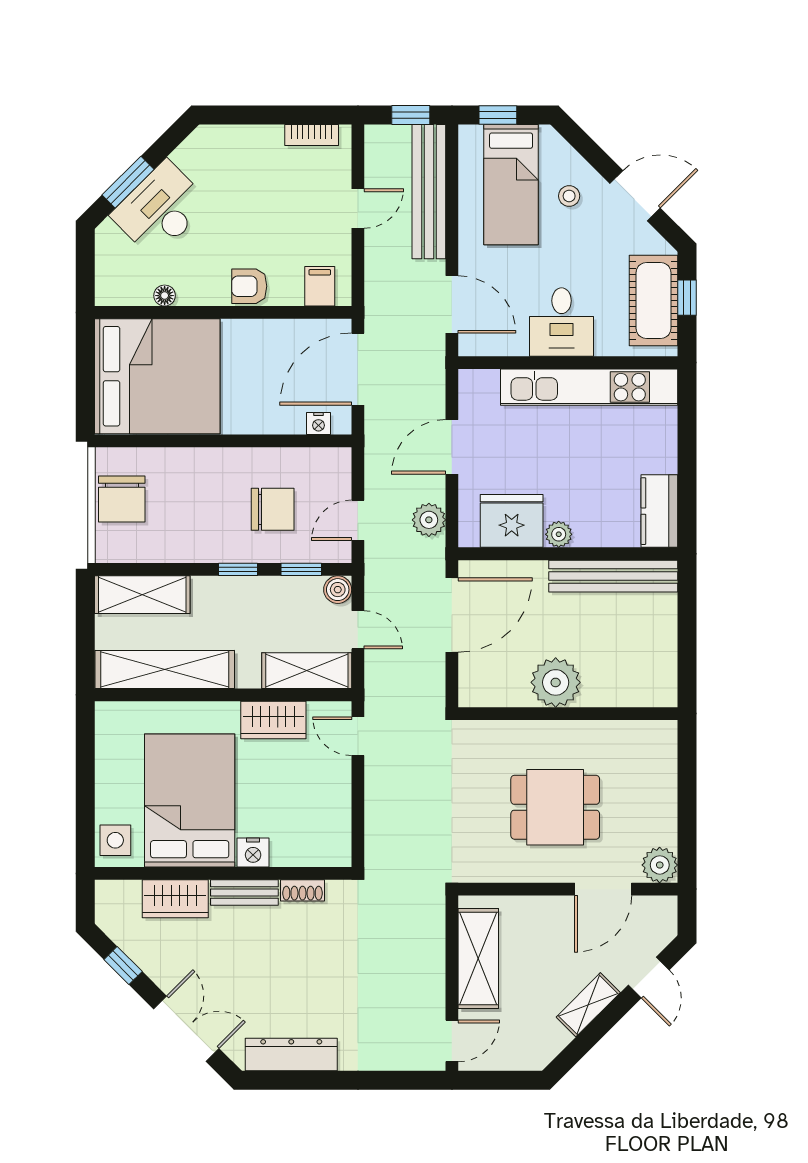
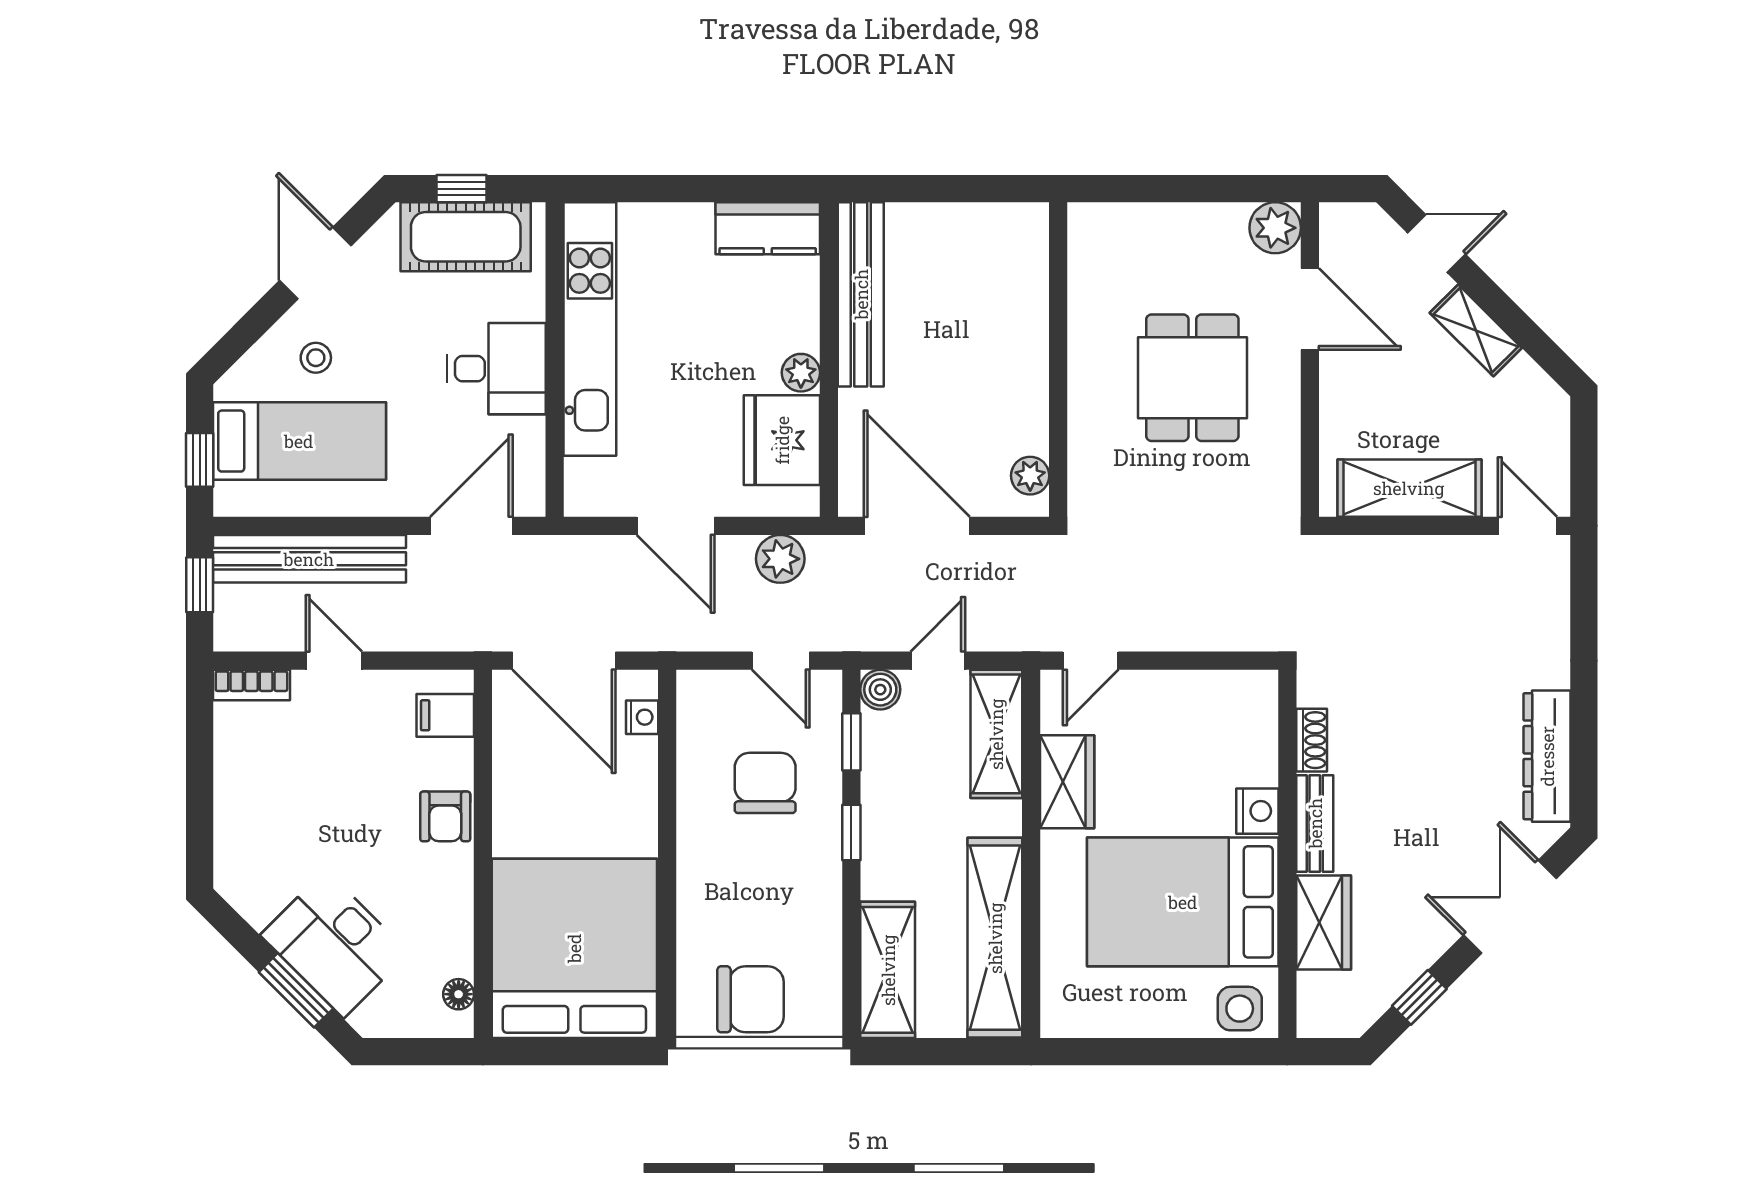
bookcase: (312, 135) -> (251, 685), moved, turned 90
floor lamp: (165, 296) -> (459, 994), moved
plant: (556, 682) -> (1030, 476), moved, width x0.53, depth x0.53

